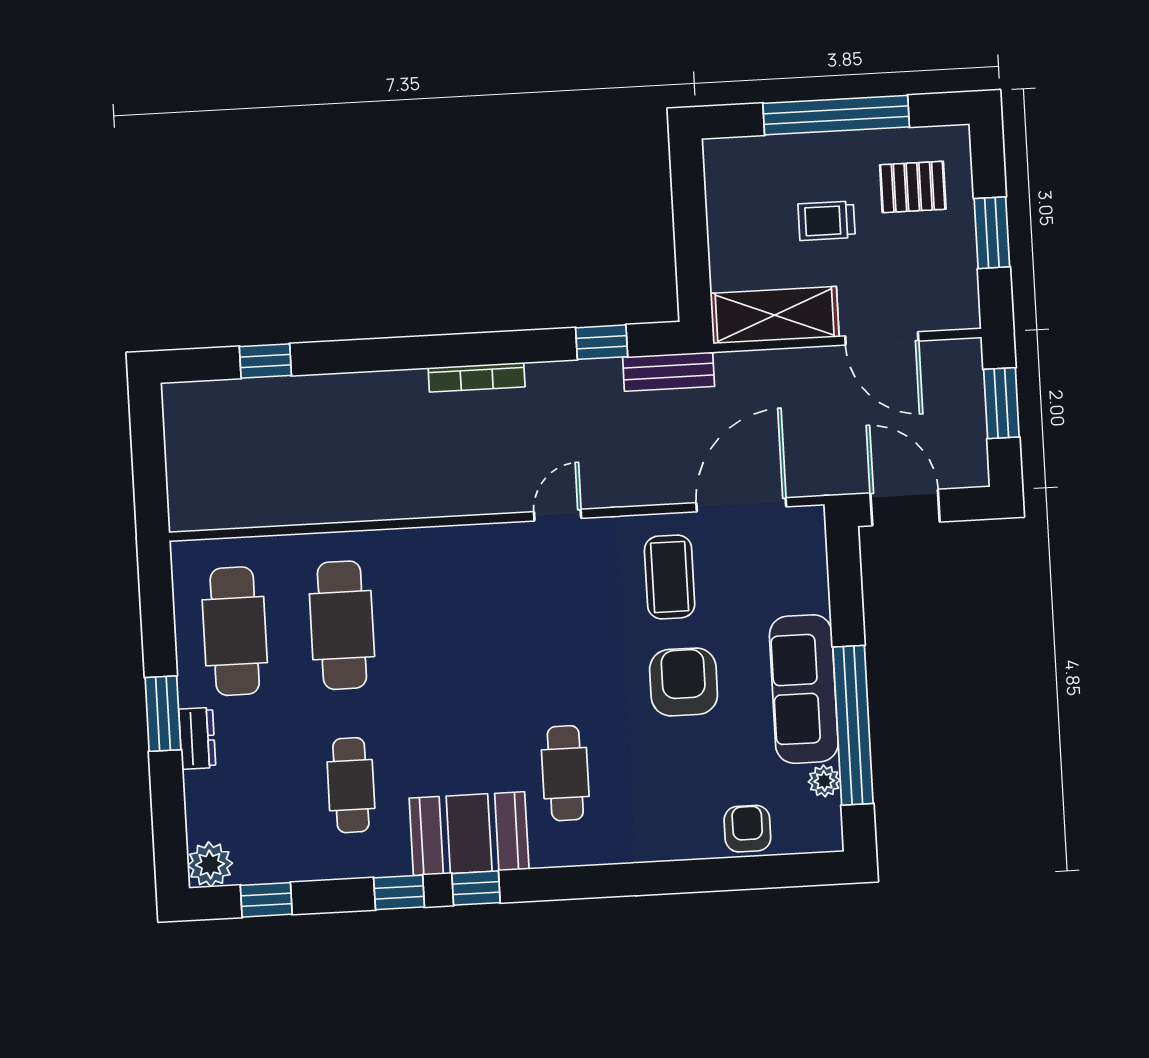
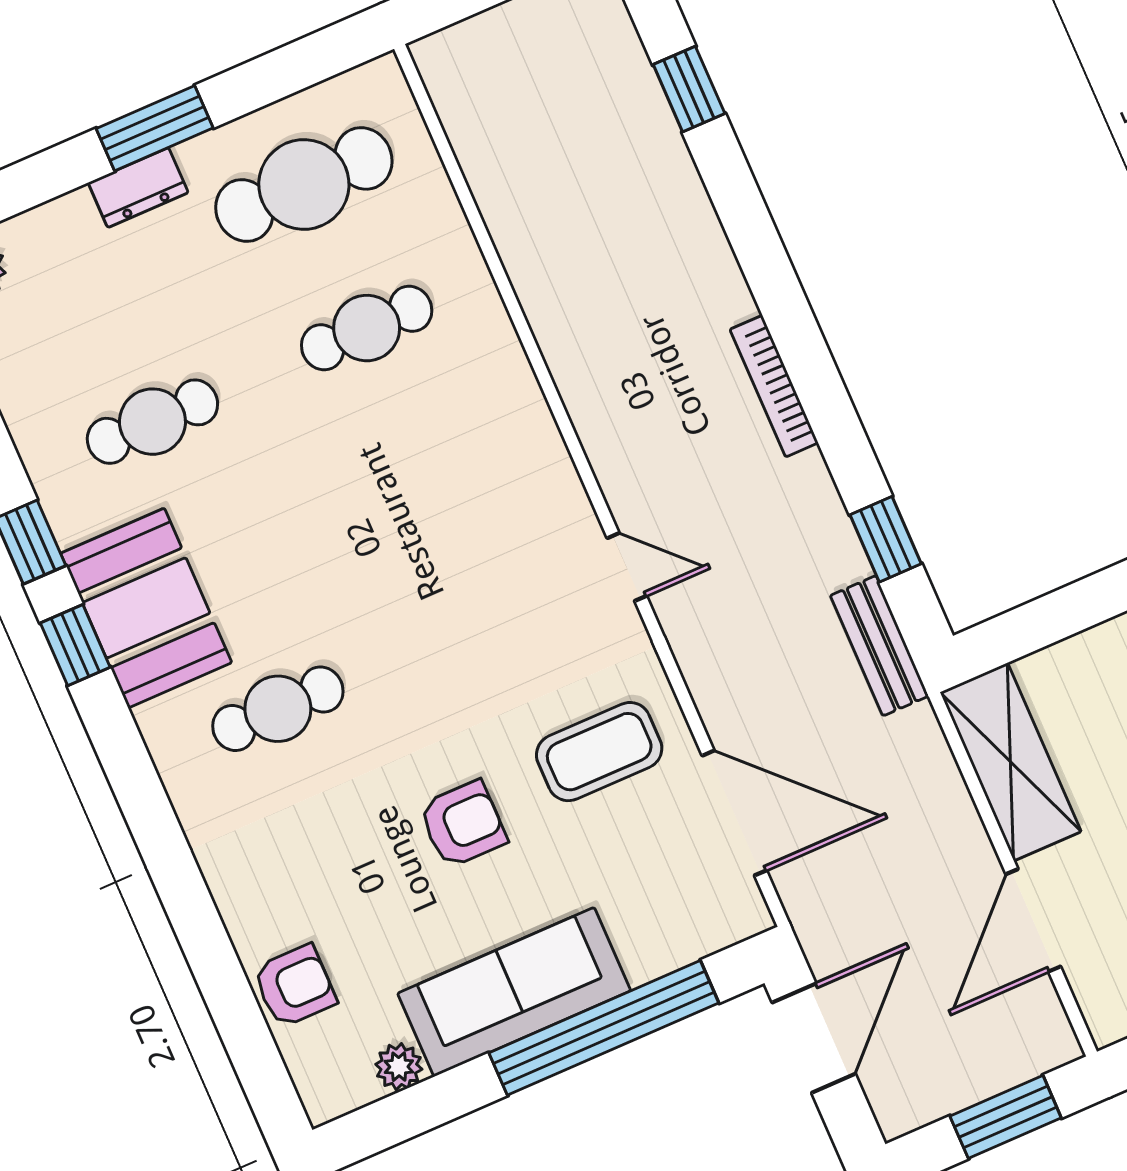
cafe table: (342, 625) -> (367, 328), width x0.73, depth x0.74
armchair: (684, 682) -> (463, 824), width x0.72, depth x0.72
window: (853, 725) -> (604, 1028), moved

